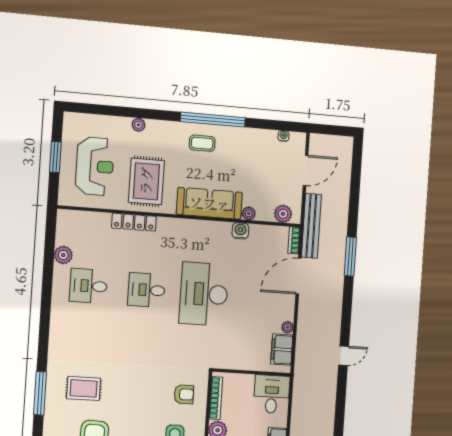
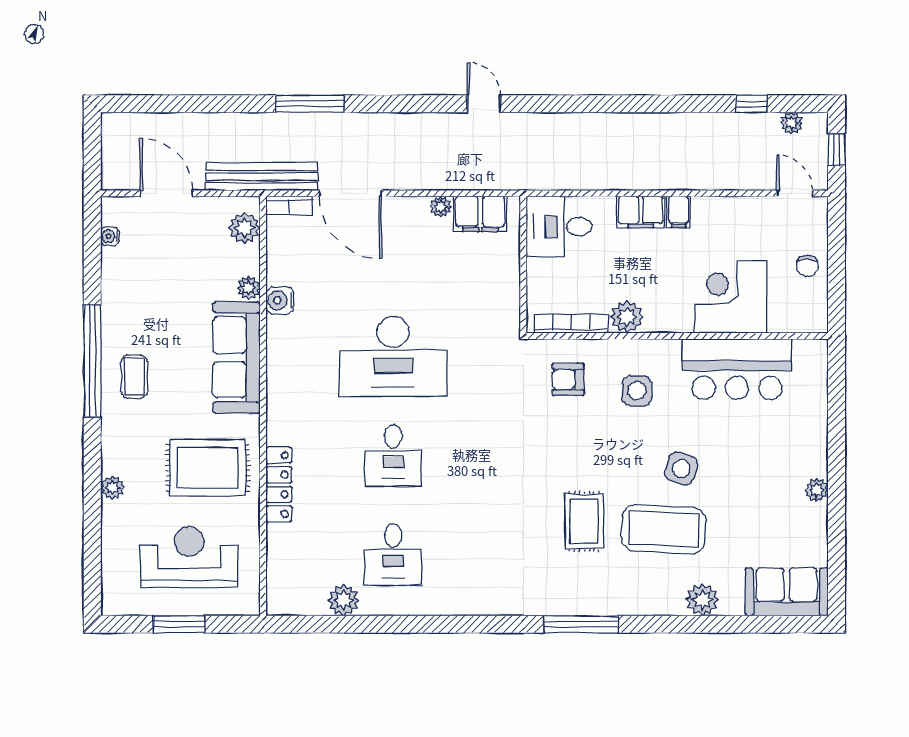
rug: (84, 388) -> (584, 521), moved
armchair: (184, 394) -> (568, 379), turned -90

